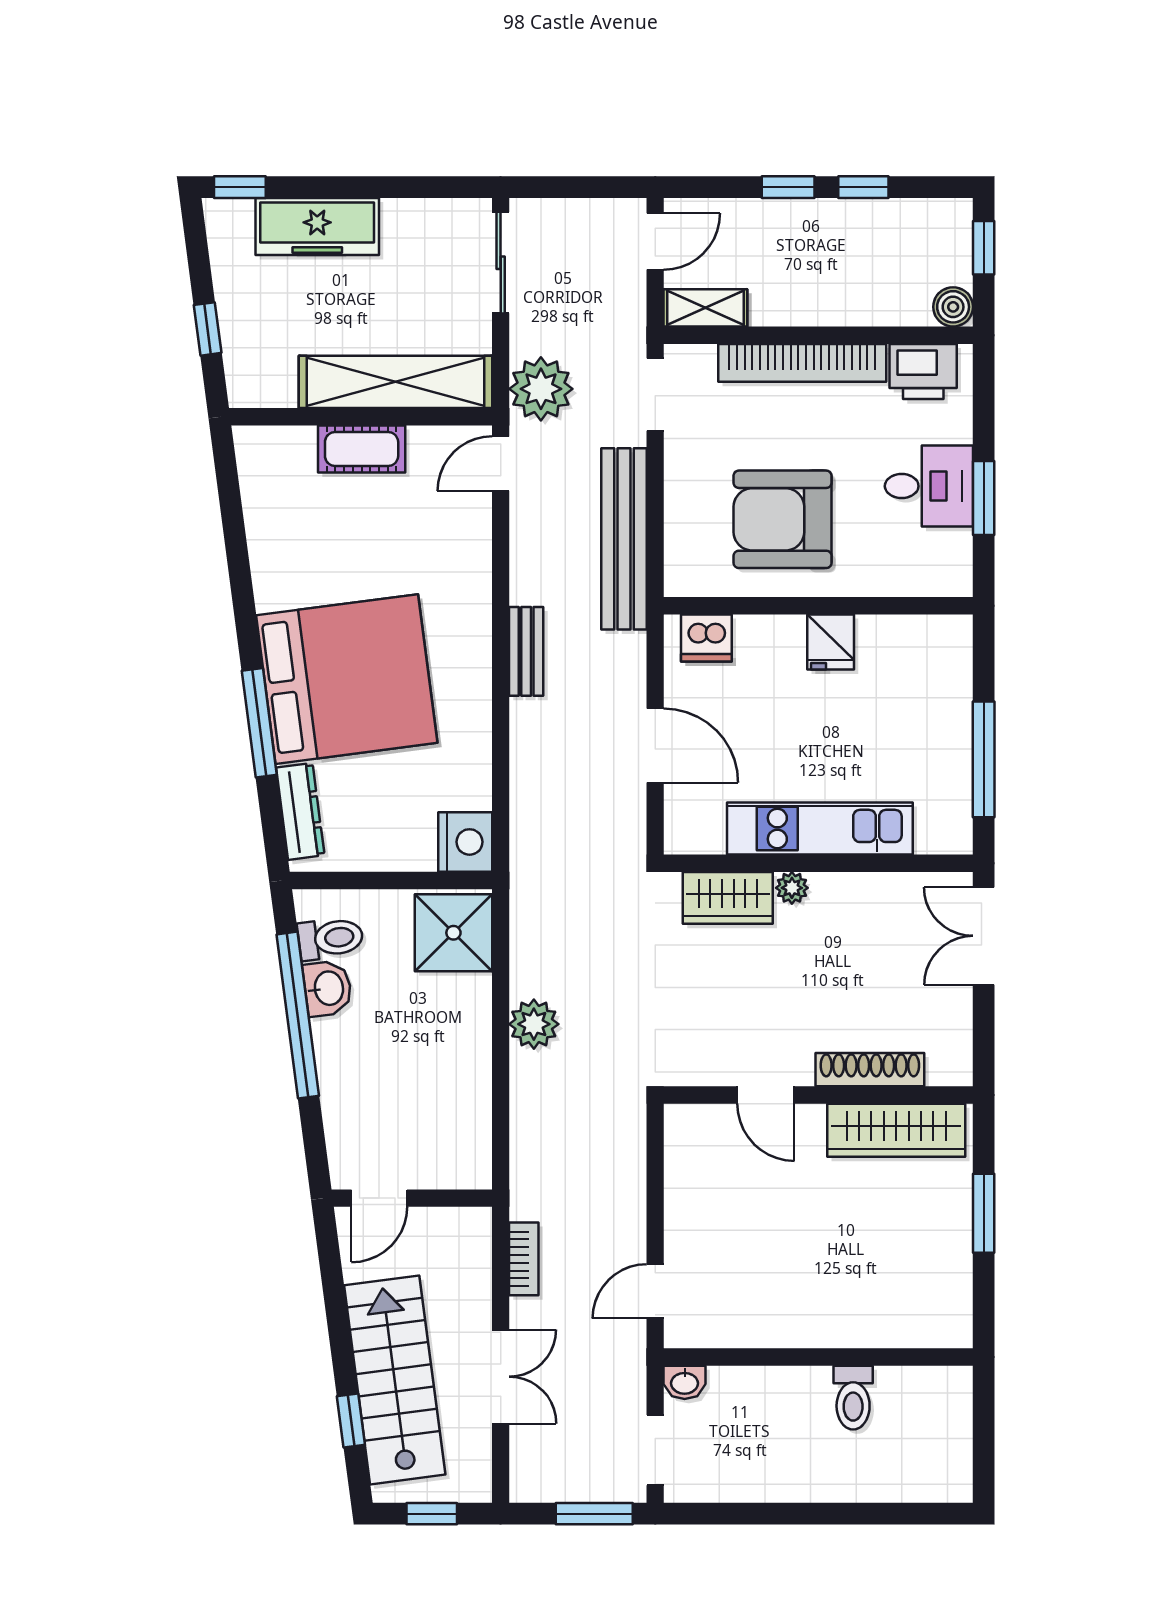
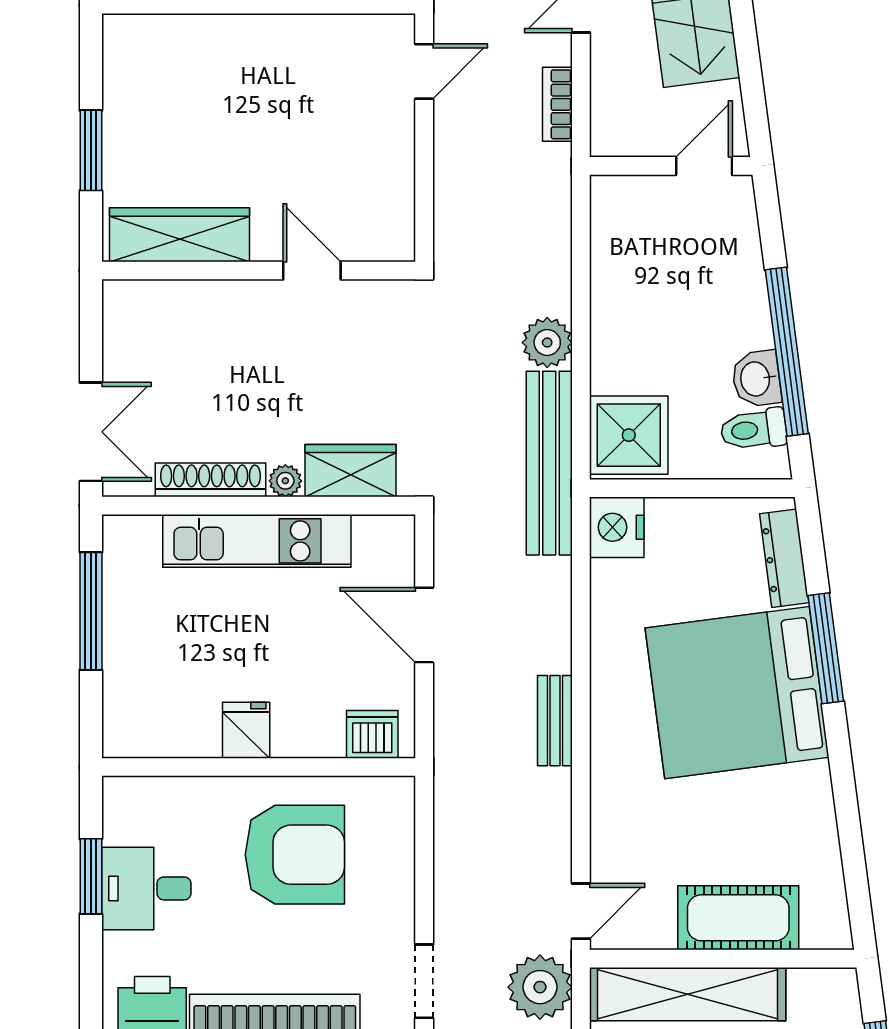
cot: (362, 449) -> (738, 918), width x1.37, depth x1.34
bench: (624, 539) -> (549, 463), moved
shoe rack: (870, 1070) -> (211, 480), moved, turned 180

